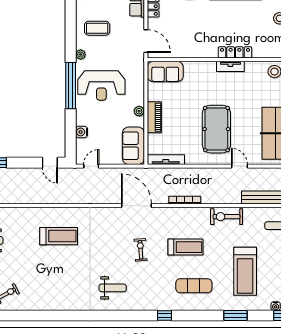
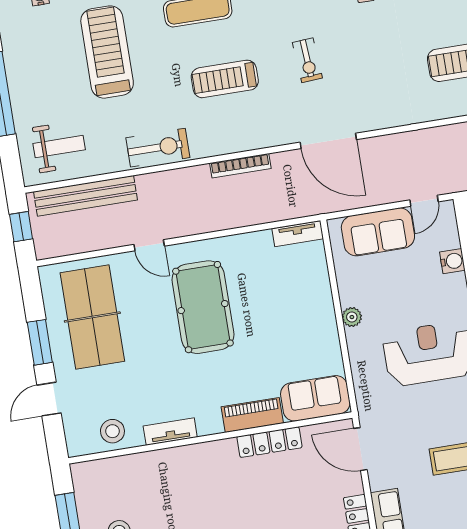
locker: (235, 52) -> (269, 442), moved
tv unit: (230, 66) -> (170, 432), moved
piano: (154, 117) -> (252, 415), moved, turned 90
sofa: (133, 146) -> (378, 232), moved, turned 90
tv unit: (166, 160) -> (298, 234), width x0.71

